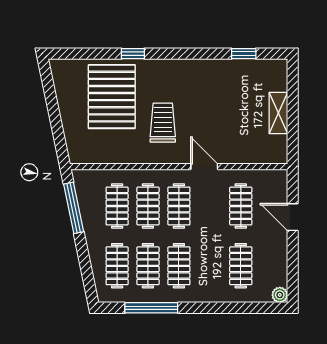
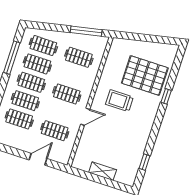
trolley: (163, 123) -> (119, 101), turned 180
clothes rail: (148, 206) -> (25, 101), moved

